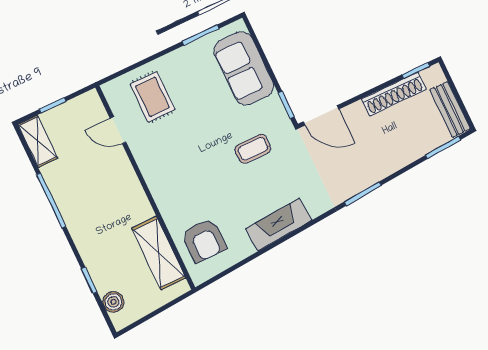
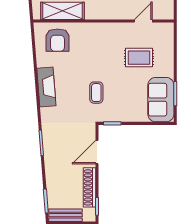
sofa: (244, 68) -> (161, 100), moved, turned -90
rug: (152, 97) -> (139, 58), moved
door: (321, 115) -> (97, 152), moved
armchair: (204, 240) -> (58, 40), turned -90

